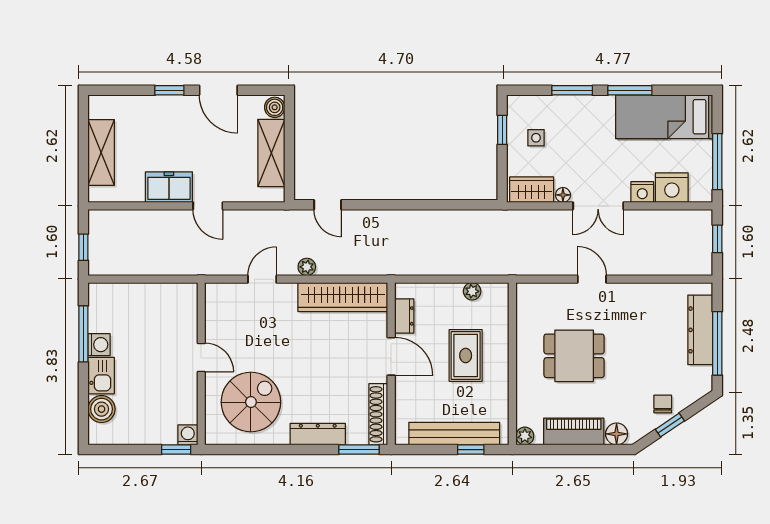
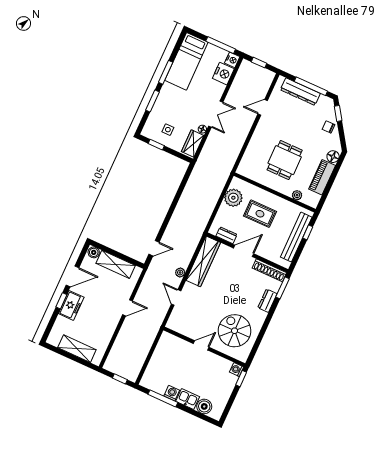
freezer: (169, 187) -> (71, 305), moved, turned 180
nightstand: (642, 192) -> (232, 60), moved
door: (592, 279) -> (263, 107), moved
plant: (472, 291) -> (233, 198), width x1.88, depth x1.88
window: (670, 425) -> (338, 113), moved
dresser: (318, 434) -> (267, 301), width x0.70
plant: (525, 436) -> (297, 195), moved

